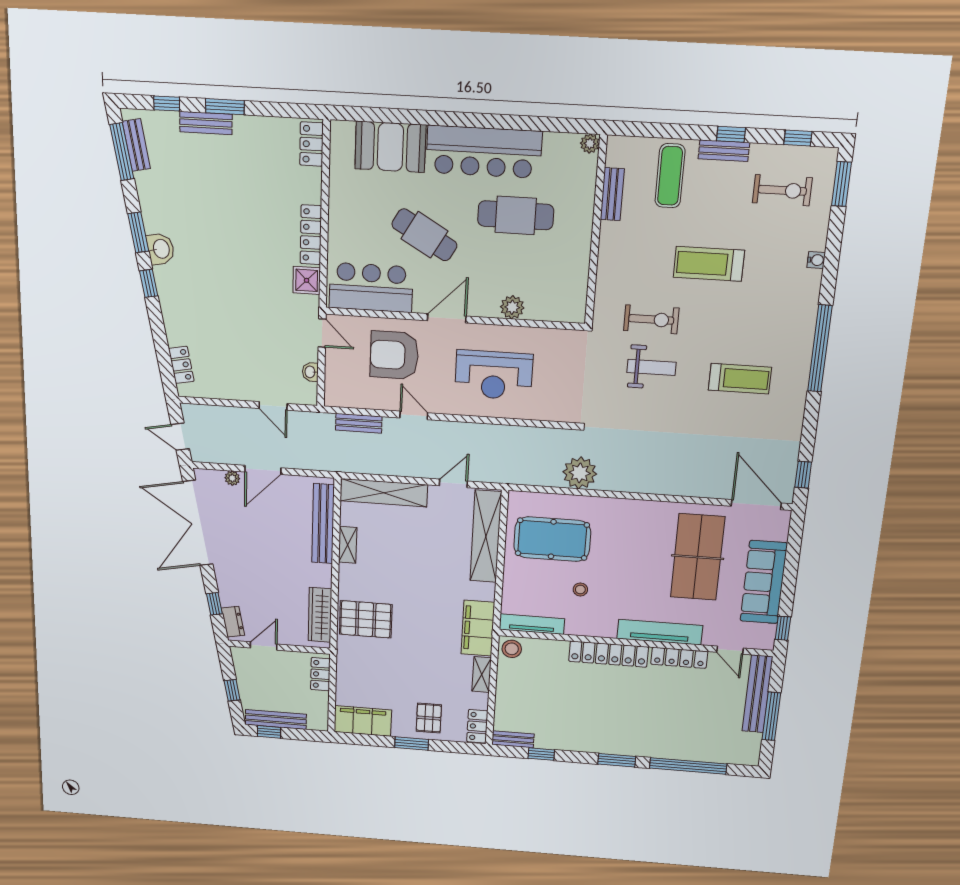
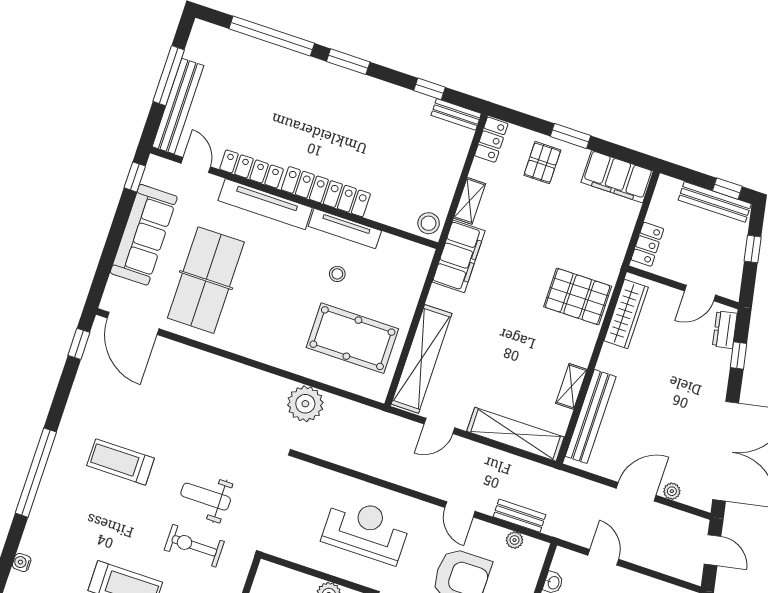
plant: (357, 401) -> (515, 540), added
tv unit: (532, 624) -> (345, 229), moved

